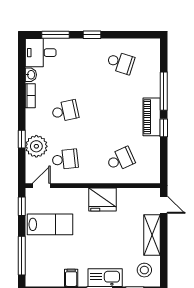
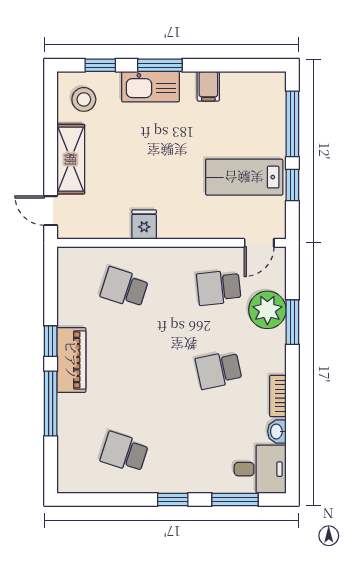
window: (22, 139) -> (292, 322), width x1.50
school desk: (121, 159) -> (124, 288), turned 42
fridge: (102, 199) -> (144, 224), width x0.53, depth x0.75
window: (22, 206) -> (292, 185), moved

